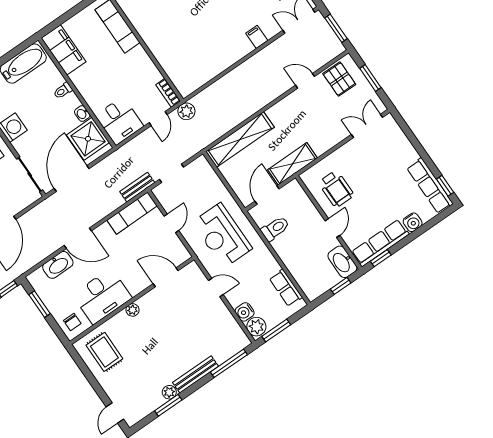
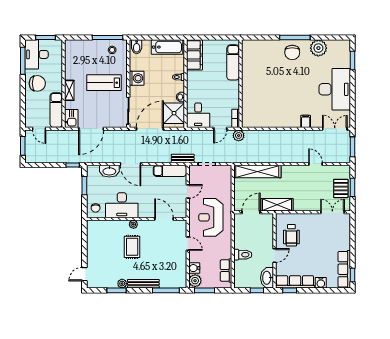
pallet: (339, 79) -> (341, 188), moved
toilet: (275, 228) -> (243, 255), moved
rug: (104, 352) -> (132, 247), moved

